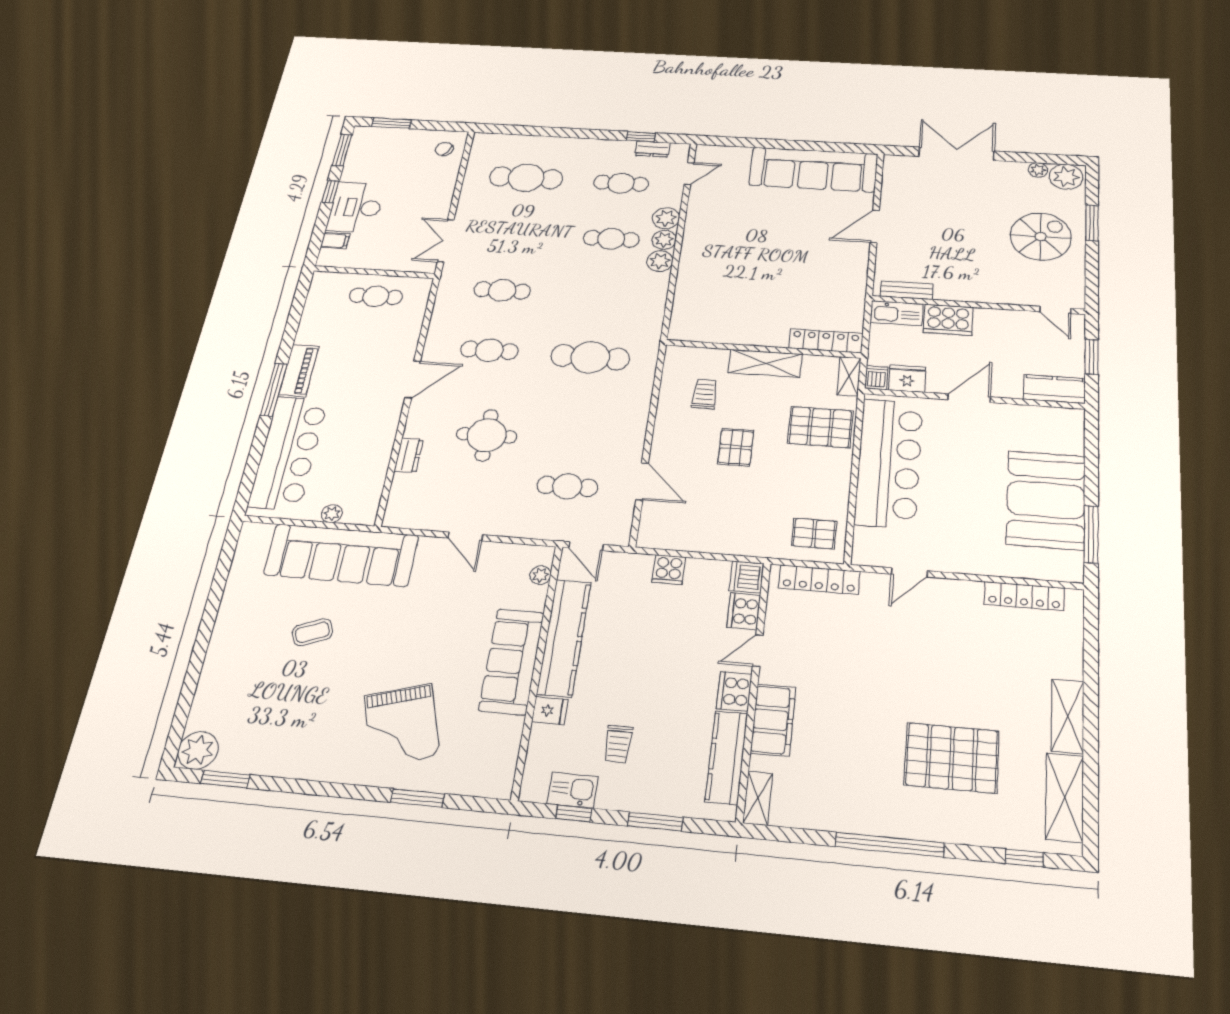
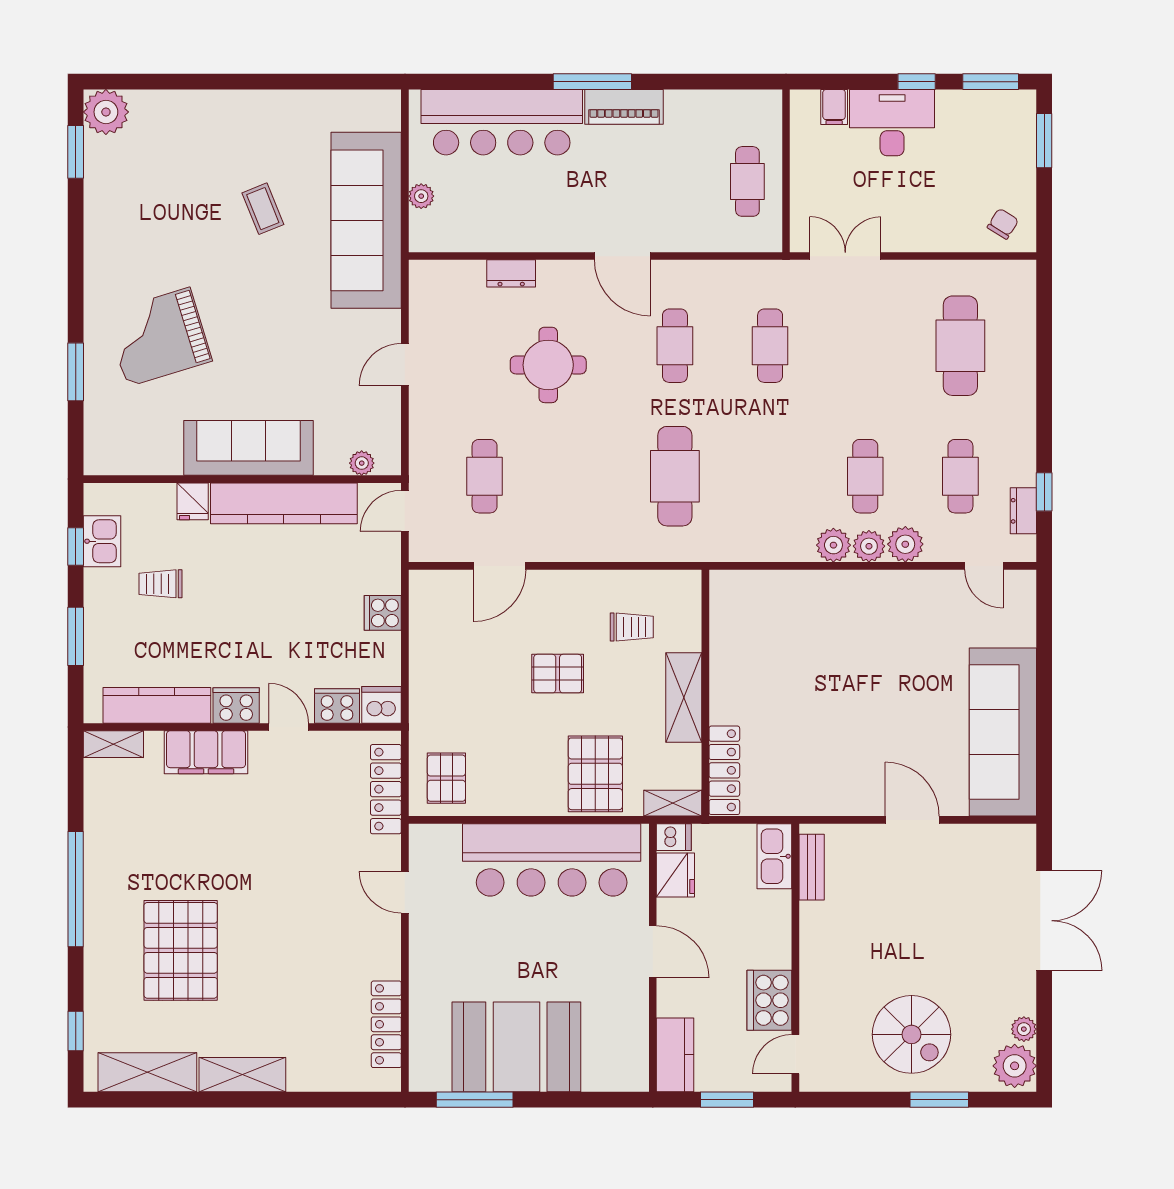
cooker: (948, 320) -> (769, 1000), moved

